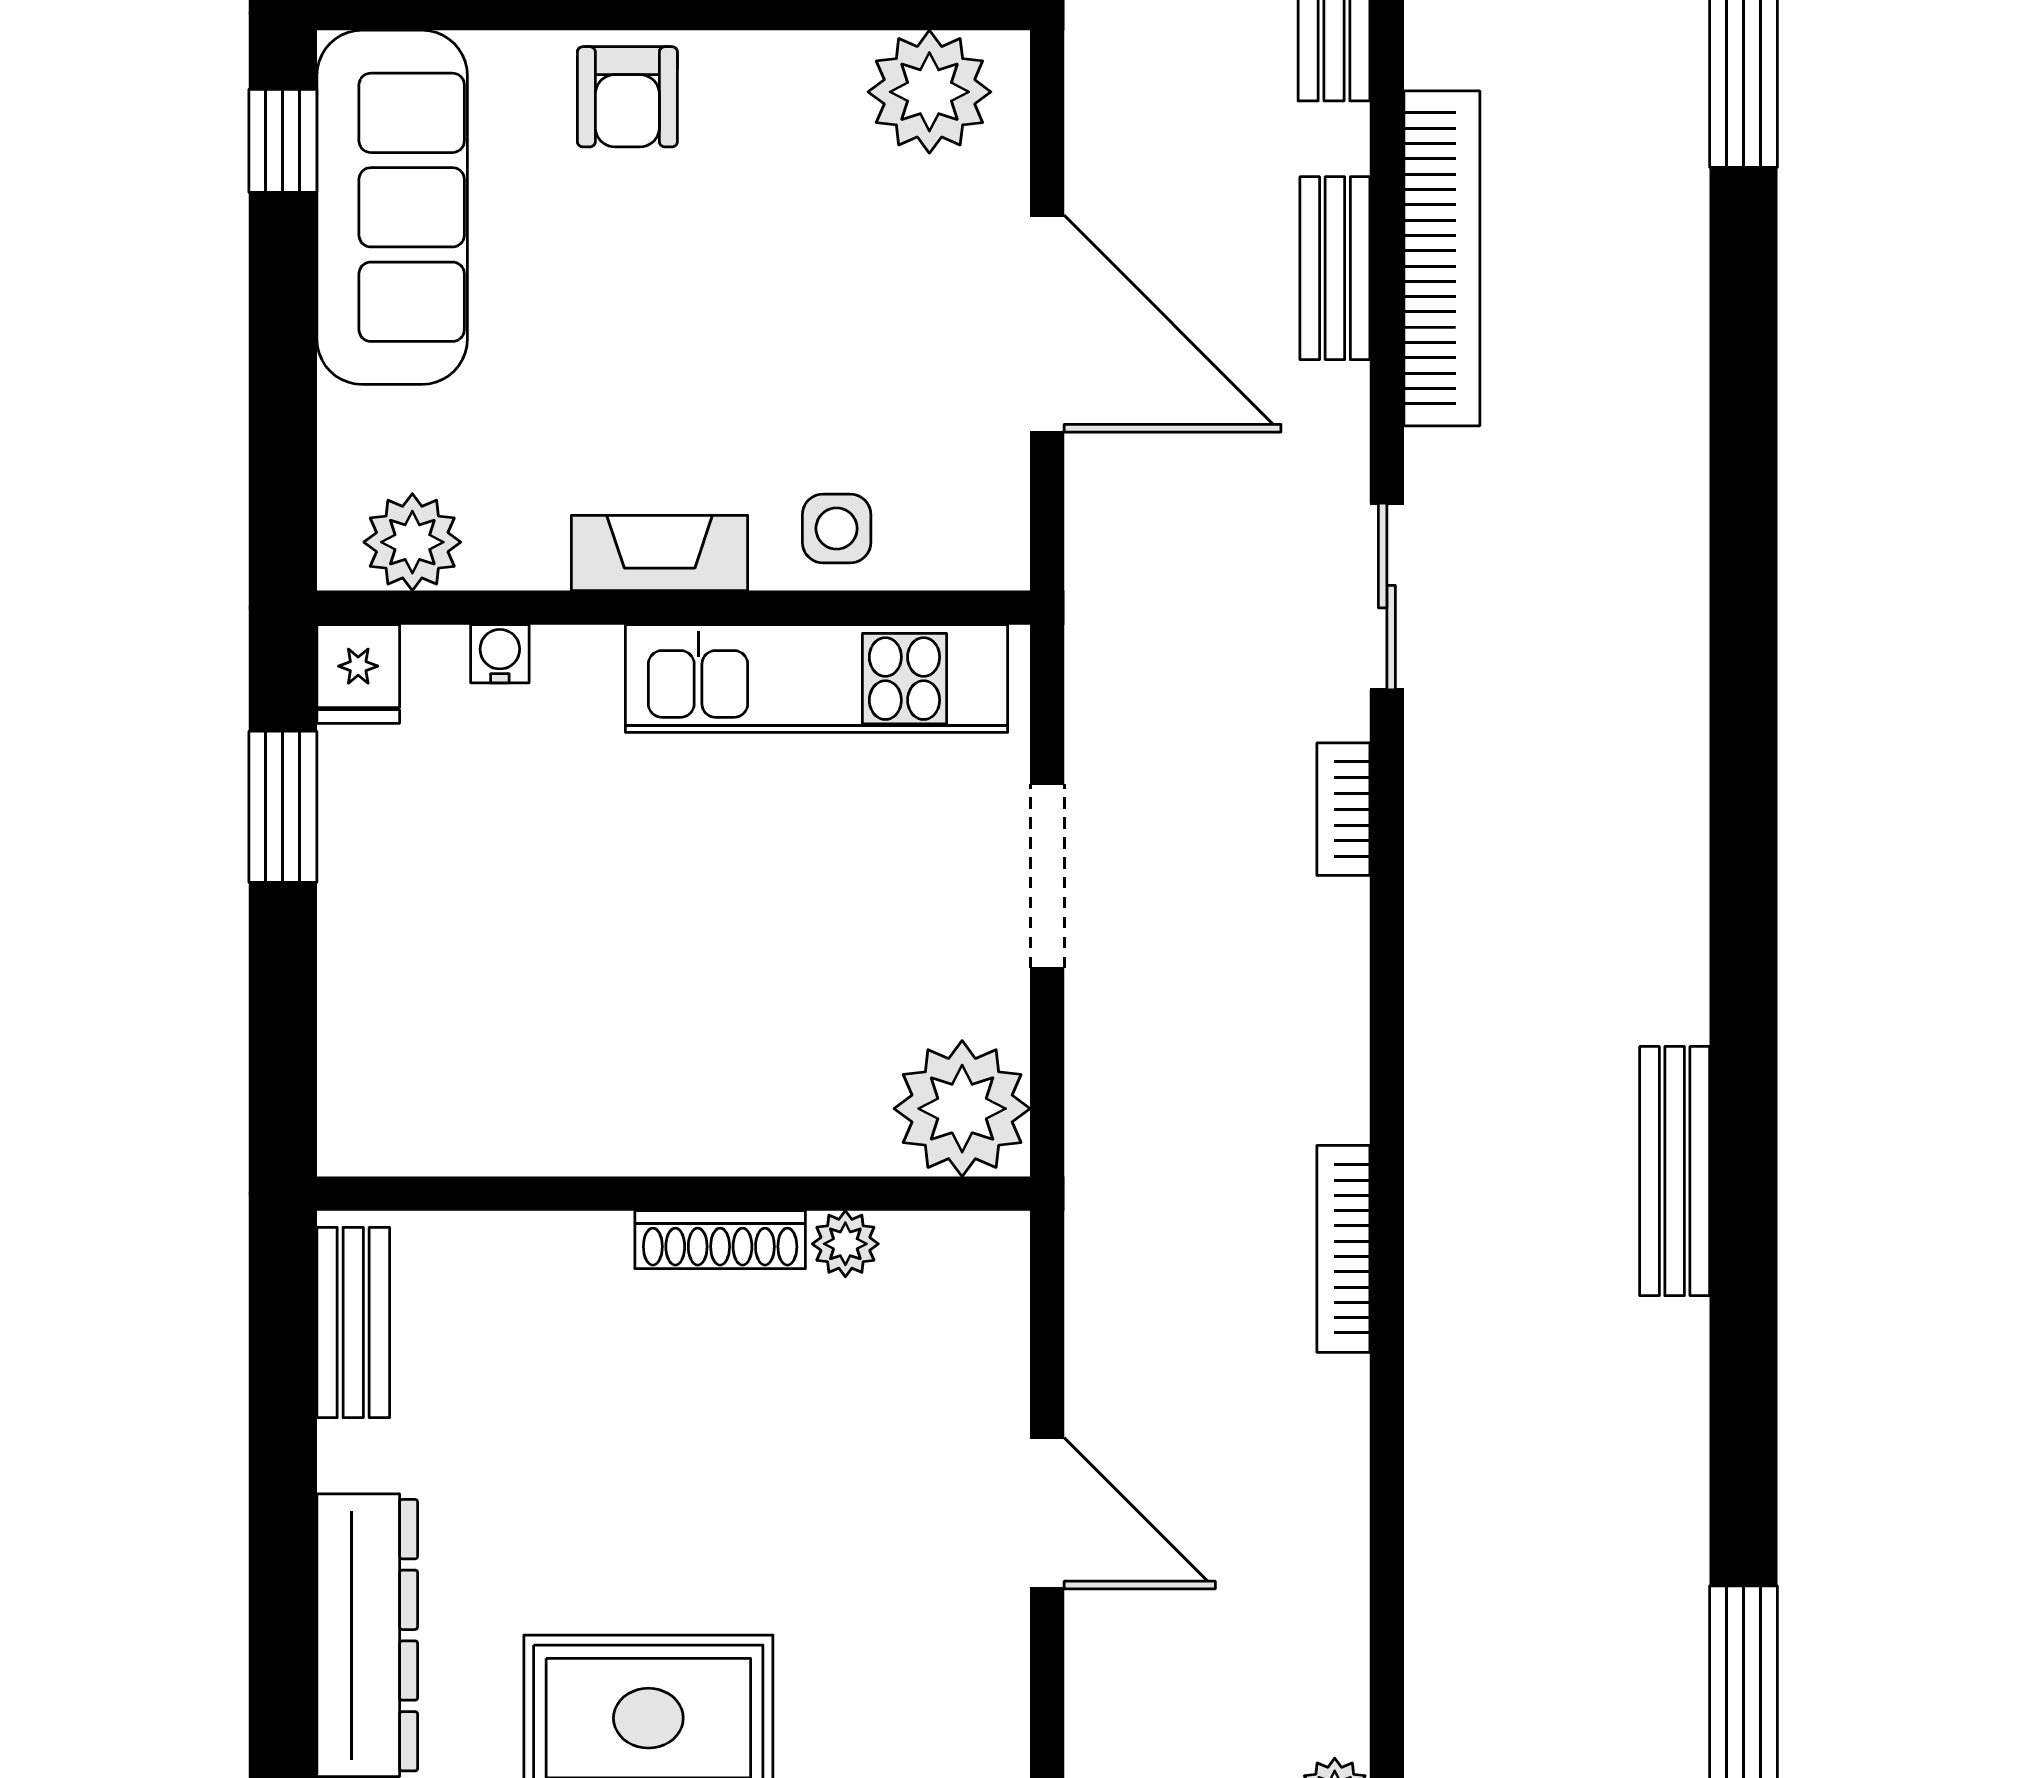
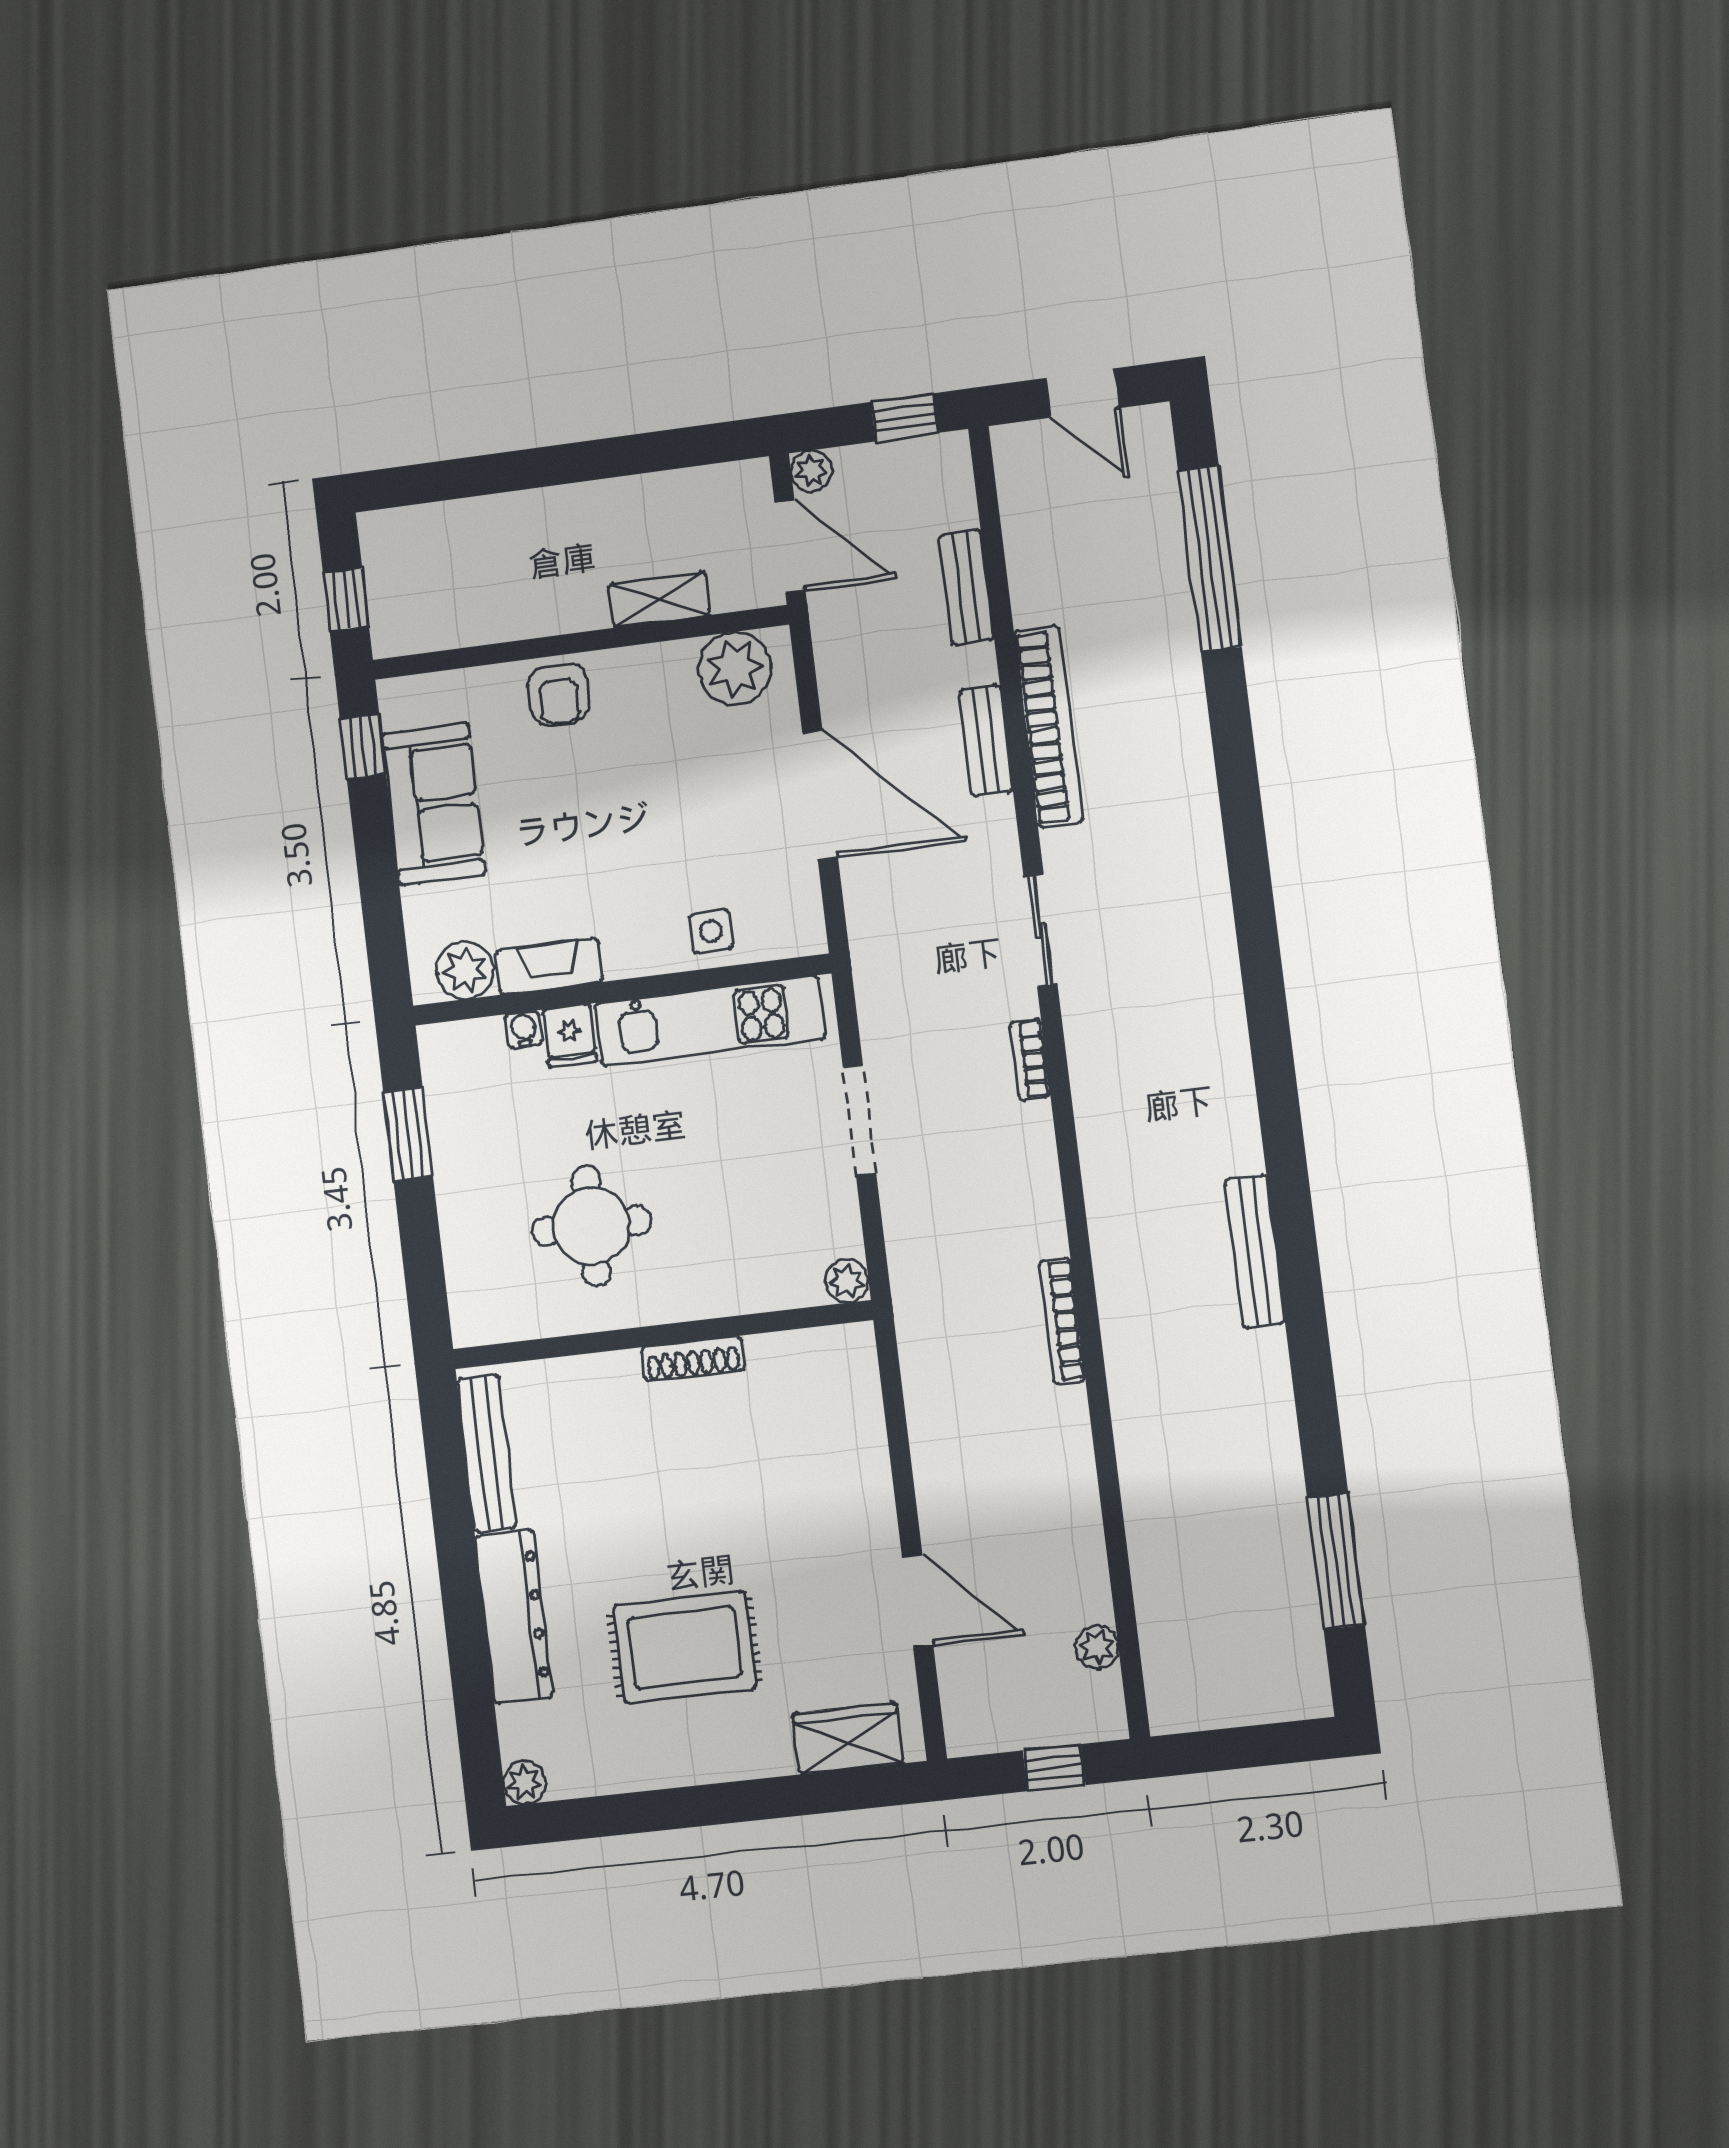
sofa: (392, 207) -> (434, 804), width x0.73
fireplace: (660, 553) -> (549, 966), moved
fridge: (358, 674) -> (570, 1036), moved
round table: (576, 998) -> (591, 1226), added
plant: (962, 1109) -> (847, 1281), width x0.53, depth x0.53
plant: (845, 1244) -> (767, 1353), removed
bench: (353, 1323) -> (487, 1453), width x1.36
door: (1047, 1513) -> (918, 1601), moved

